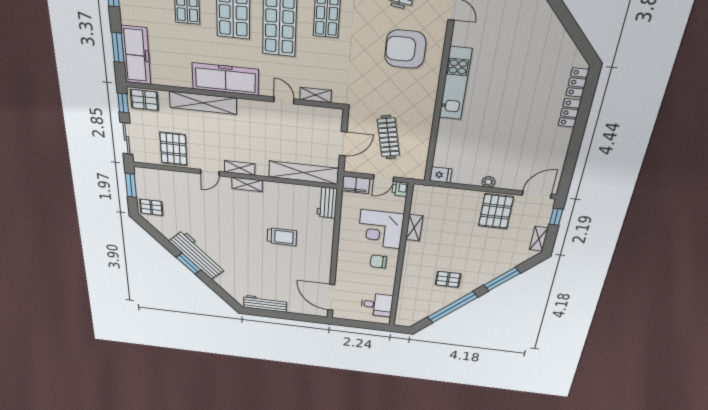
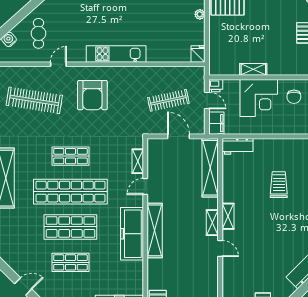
shelving: (203, 103) -> (155, 230), moved
pallet: (173, 149) -> (201, 279), removed

